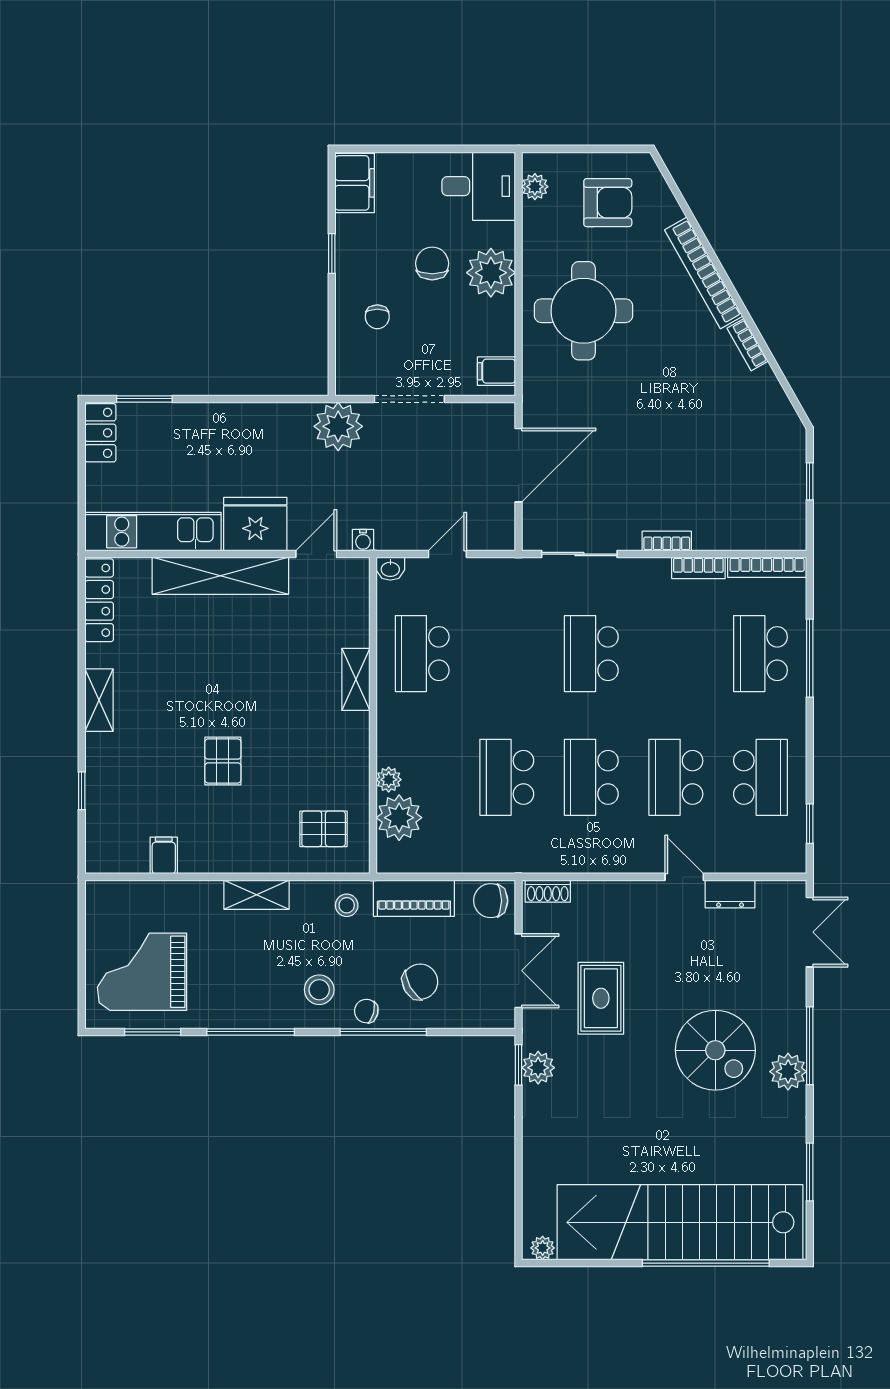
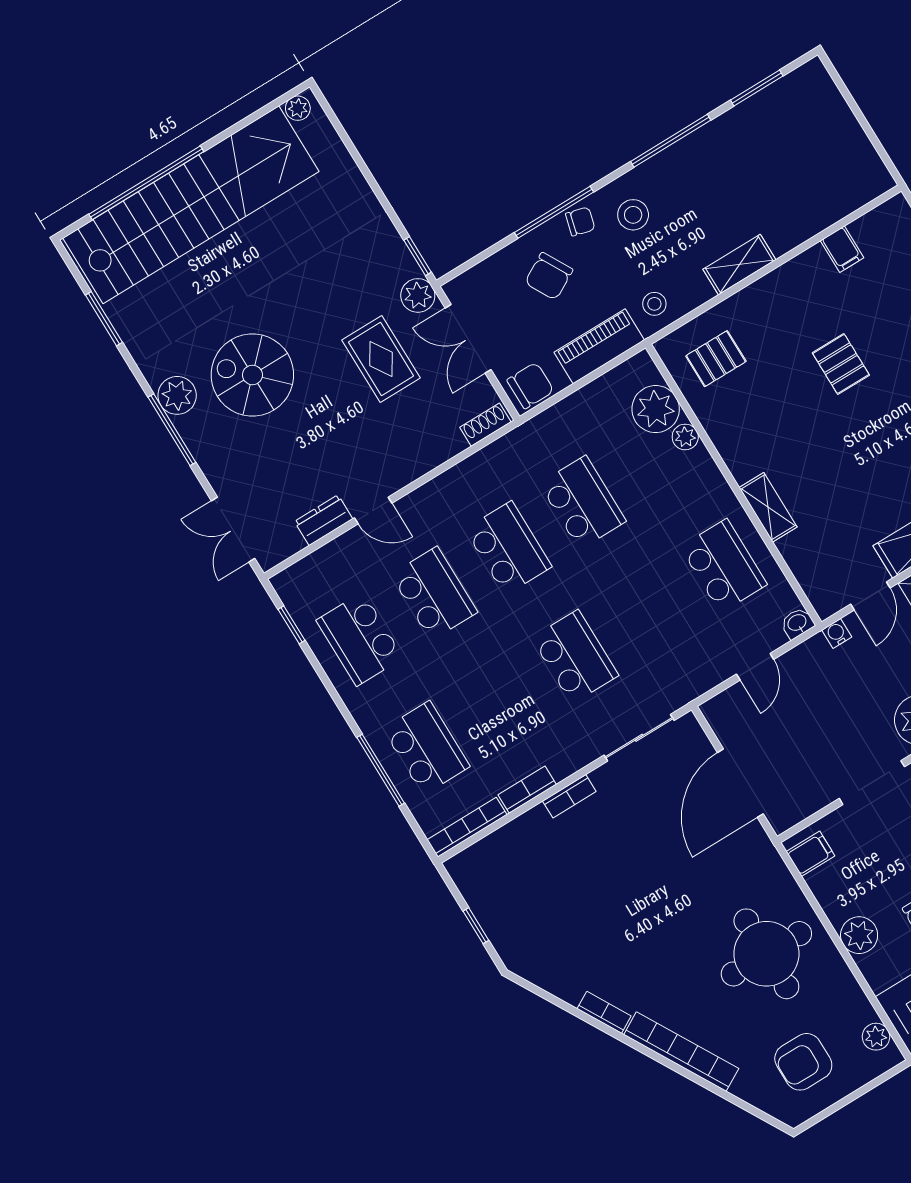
plant: (491, 273) -> (859, 935), width x0.73, depth x0.73
grand piano: (142, 972) -> (798, 135), removed
plant: (538, 1068) -> (418, 295), moved

